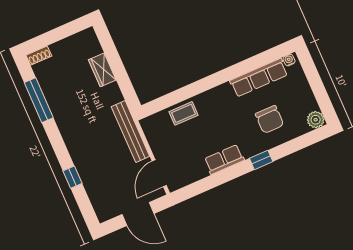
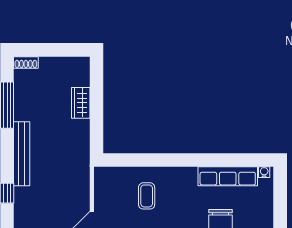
coffee table: (183, 113) -> (147, 196), moved, turned 90
bench: (130, 131) -> (22, 154), moved

